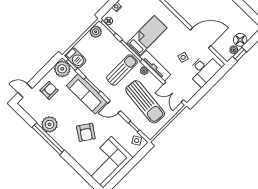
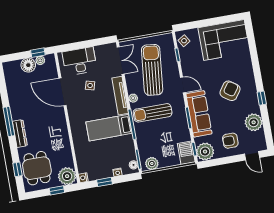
plant: (50, 124) -> (254, 122), moved
armchair: (86, 132) -> (230, 91), moved
window: (48, 139) -> (262, 98), width x0.32

